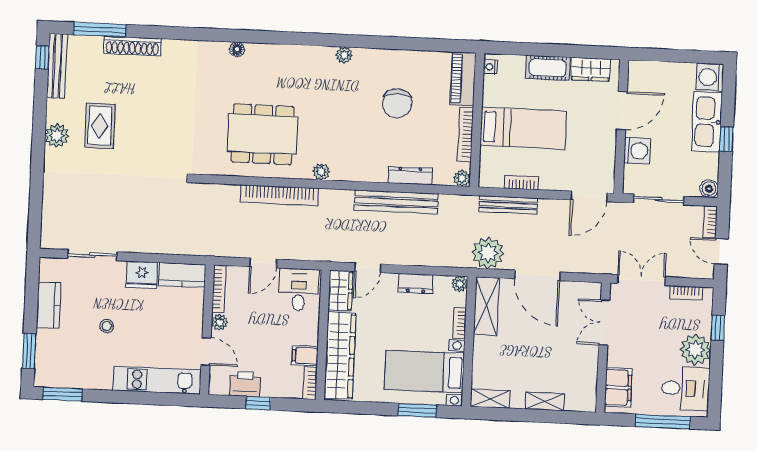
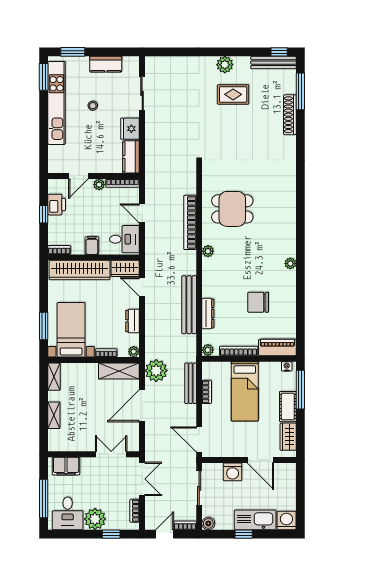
floor lamp: (237, 49) -> (291, 188), removed
window: (524, 49) -> (300, 390), added
dining table: (263, 134) -> (232, 209), width x0.73
filing cabinet: (305, 356) -> (92, 246), moved
kitchen unit: (157, 380) -> (57, 103), moved, width x1.36

